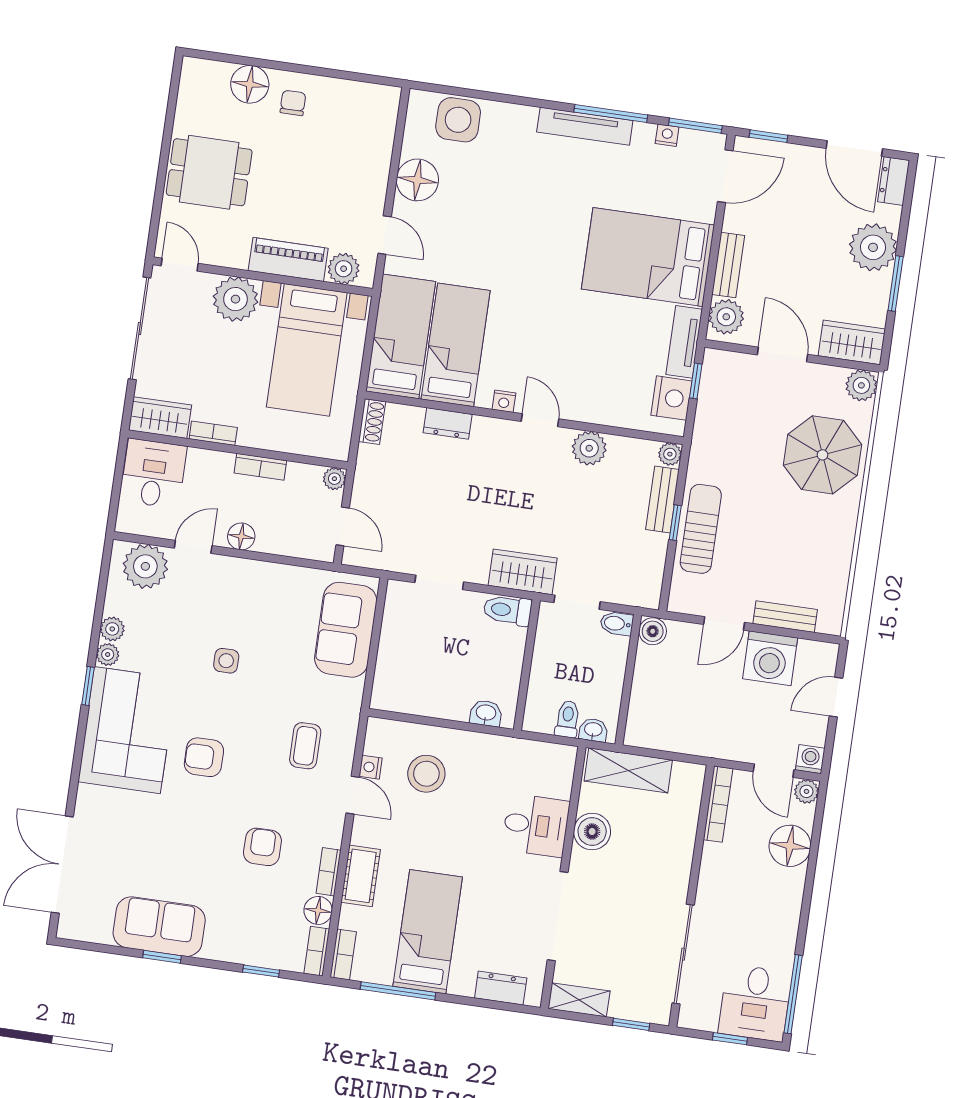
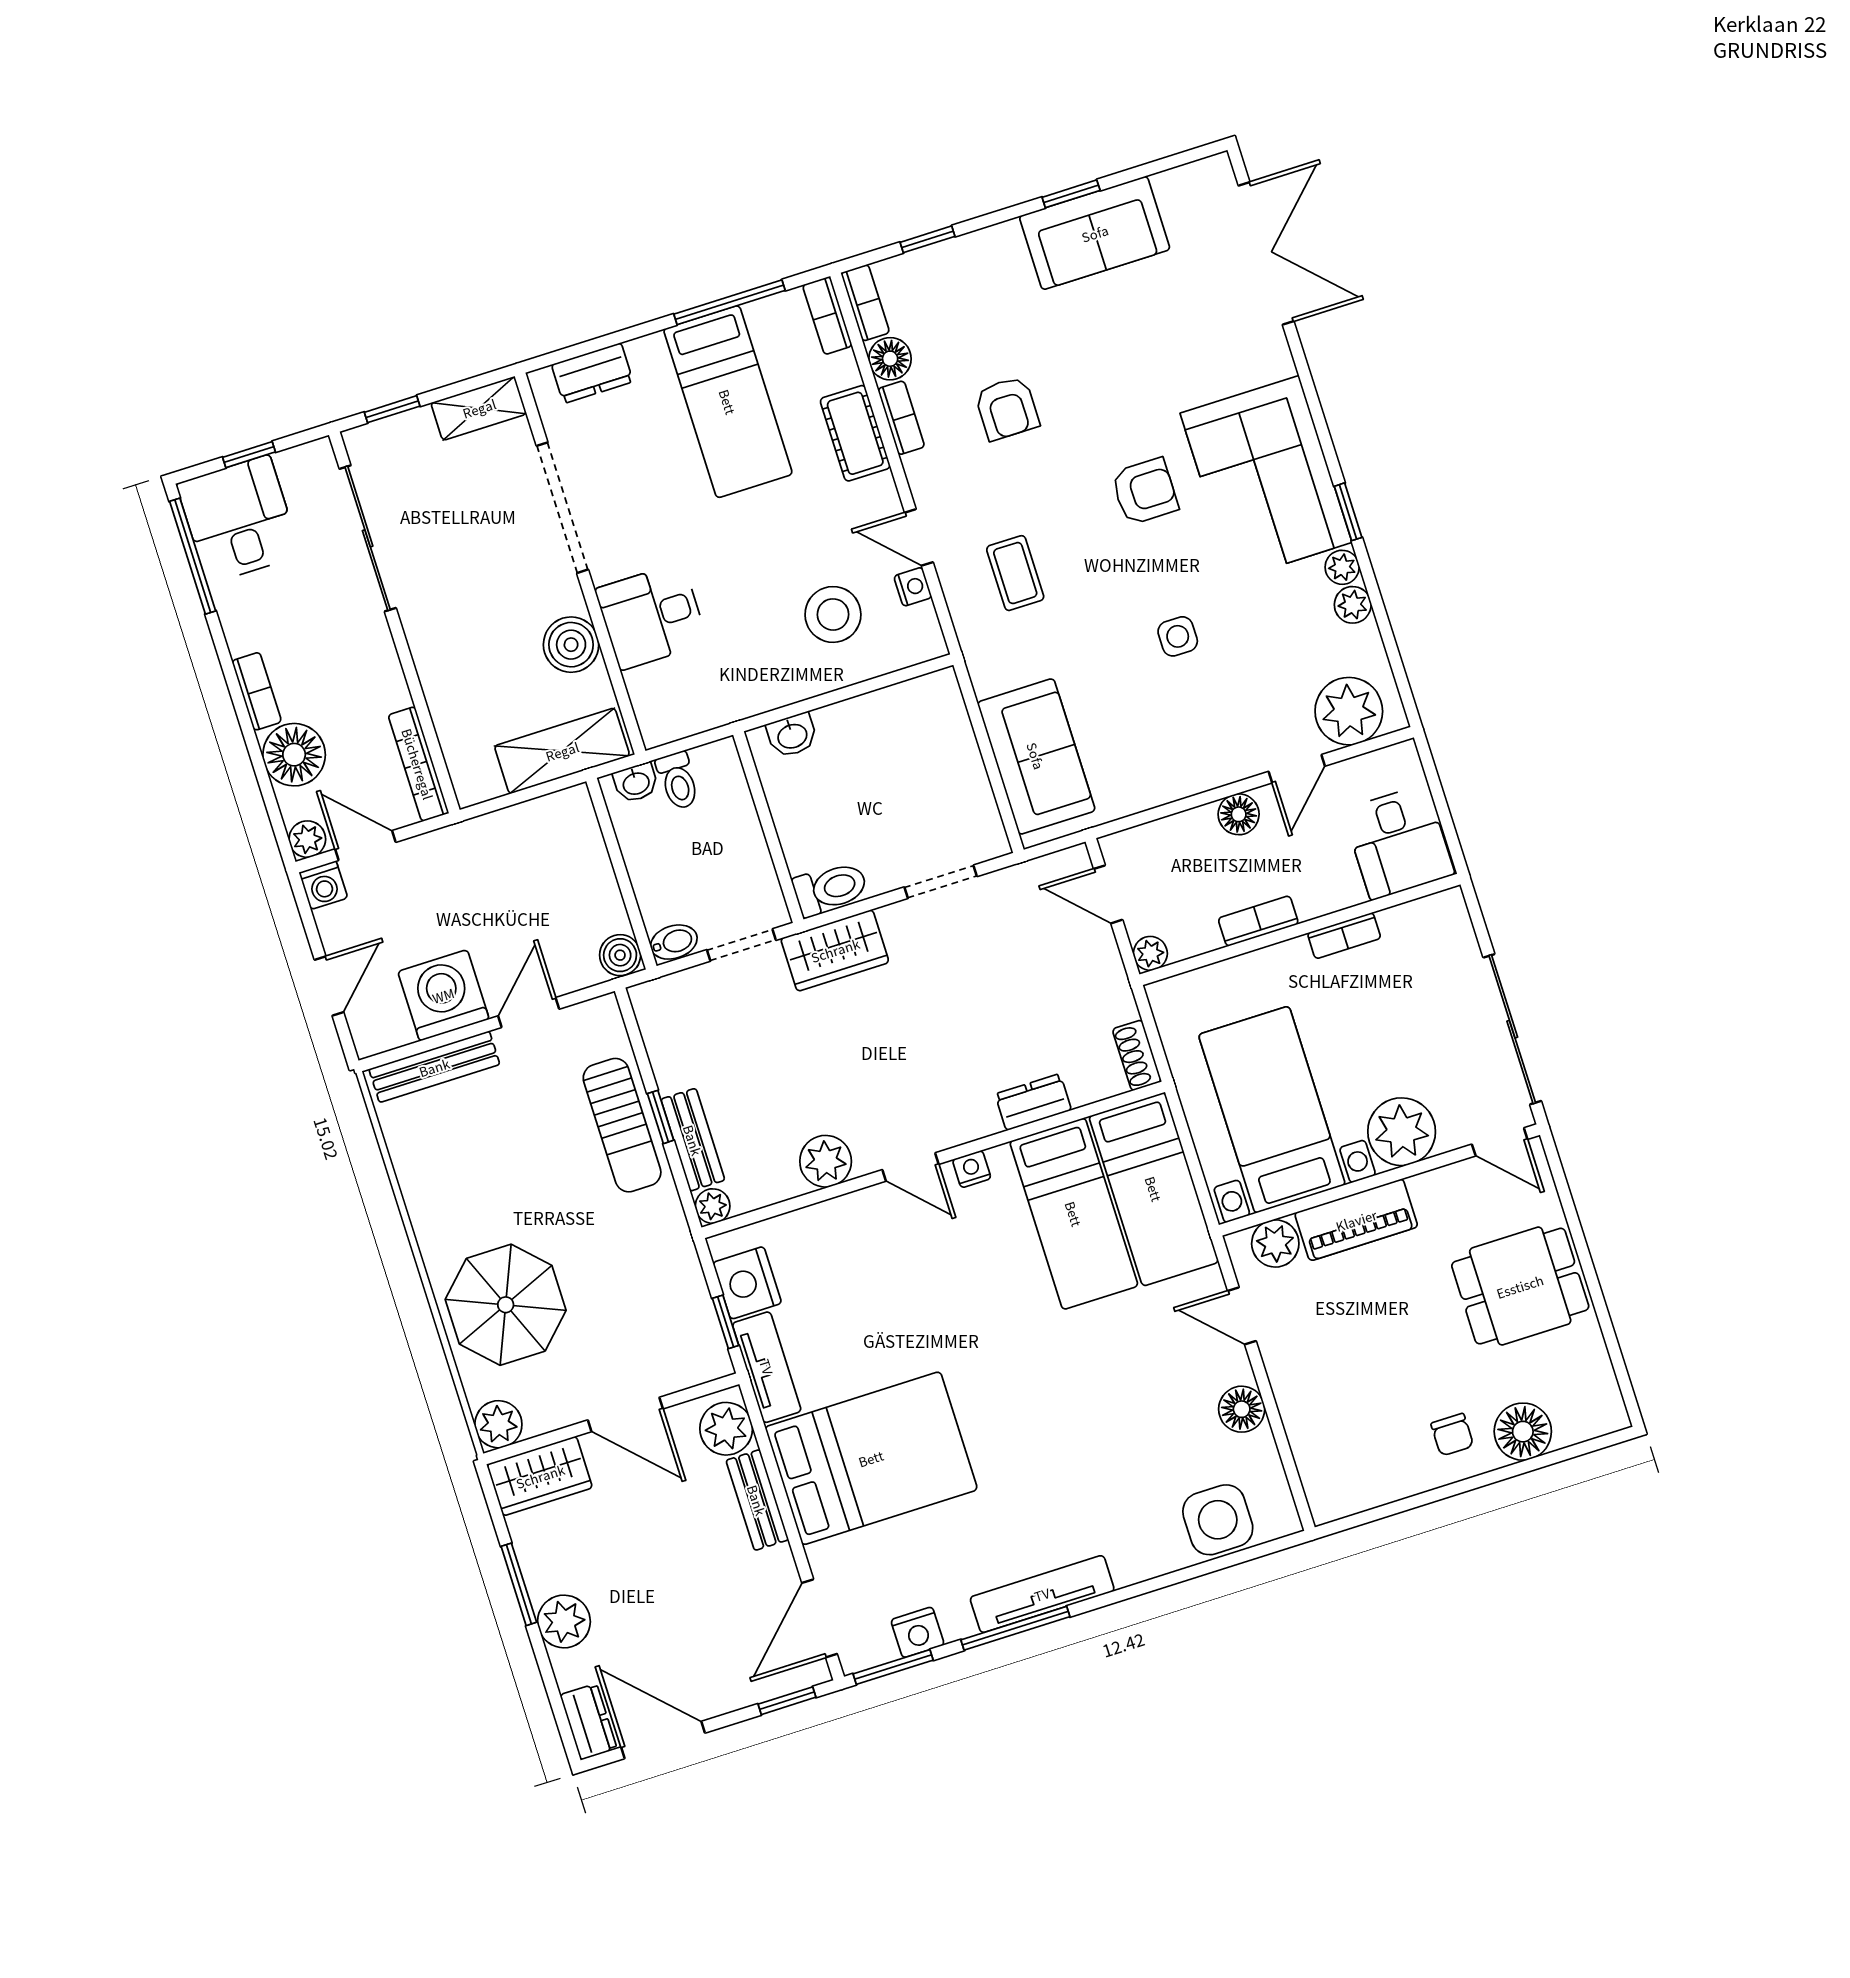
nightstand: (667, 135) -> (918, 1632), width x1.39, depth x1.35
floor lamp: (417, 180) -> (1242, 1409), width x0.73, depth x0.73
plant: (873, 247) -> (564, 1621), width x0.73, depth x0.73
wardrobe: (160, 418) -> (1426, 922), removed
bench: (785, 617) -> (434, 1067), width x1.36
bookcase: (794, 895) -> (257, 691), added

